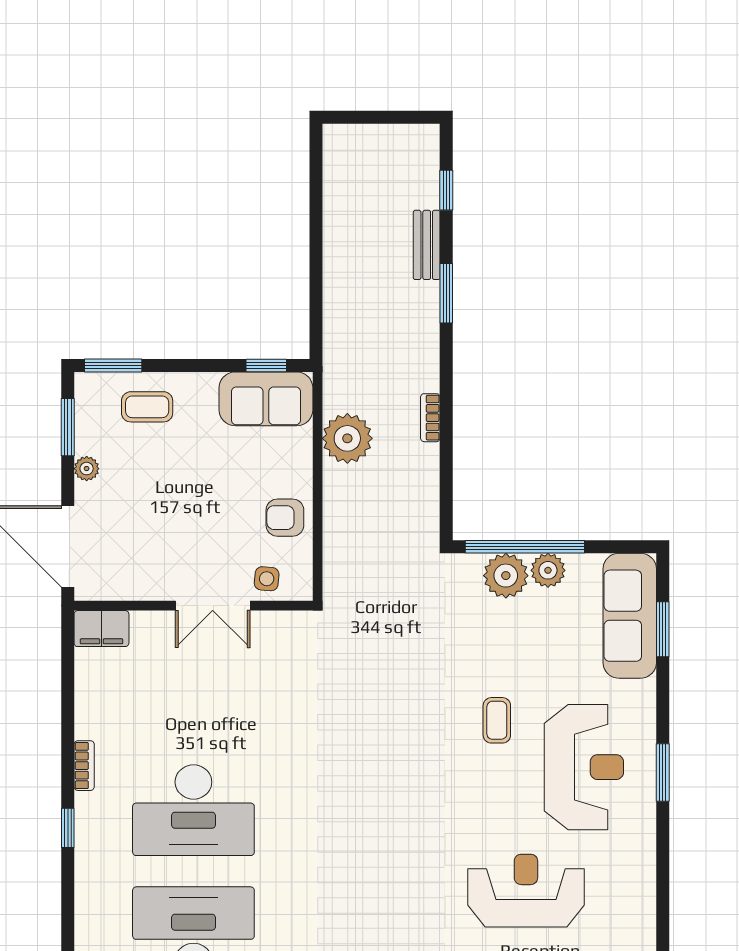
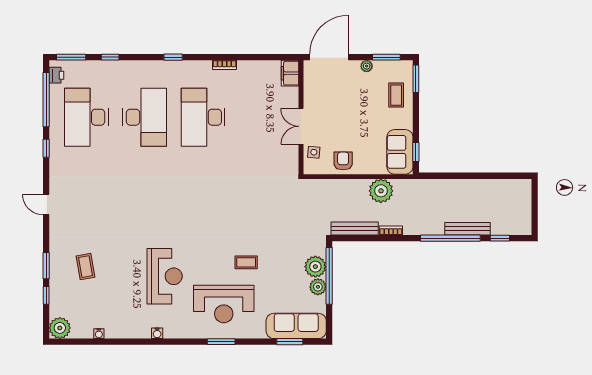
bench: (427, 245) -> (468, 229), width x1.36
window: (446, 293) -> (450, 238), width x2.11
bench: (426, 493) -> (355, 229), added
window: (68, 828) -> (173, 57), moved
water cooler: (645, 906) -> (157, 333), added

